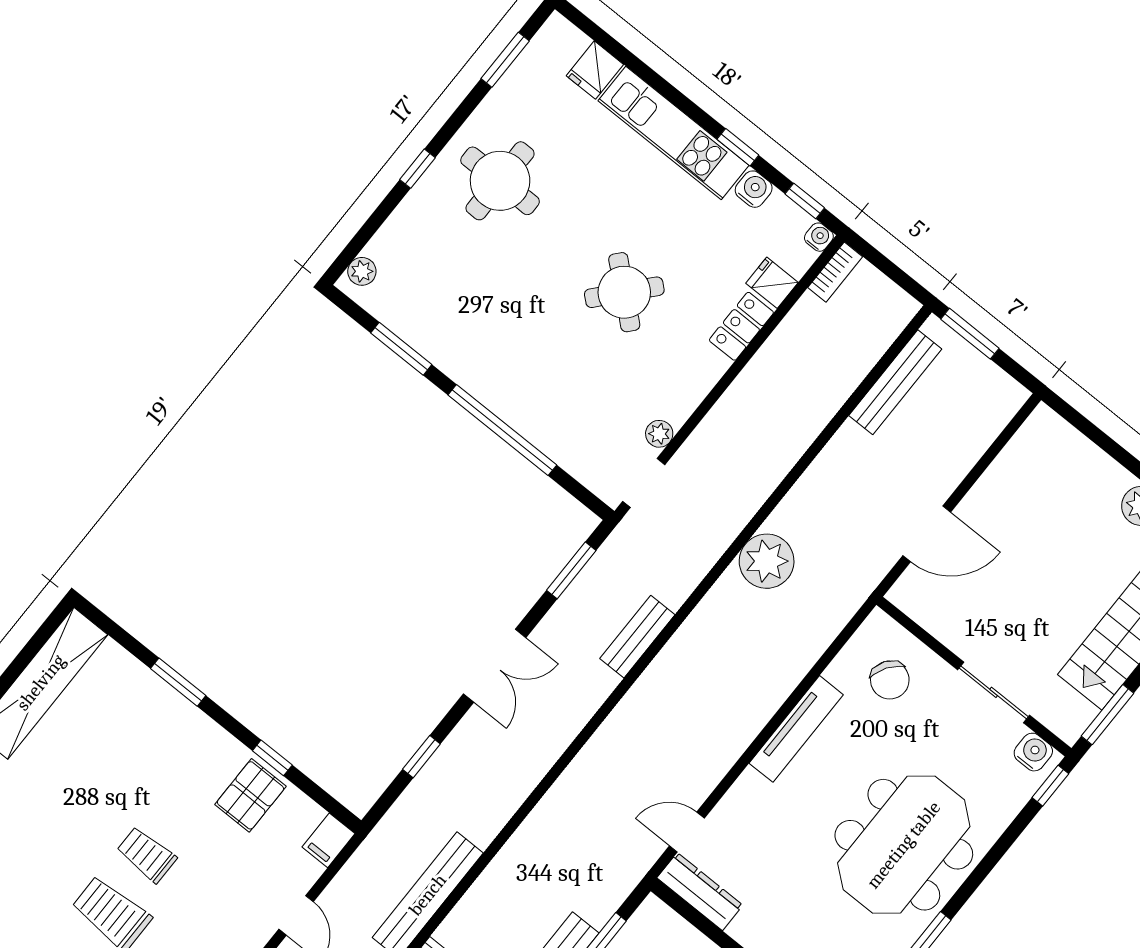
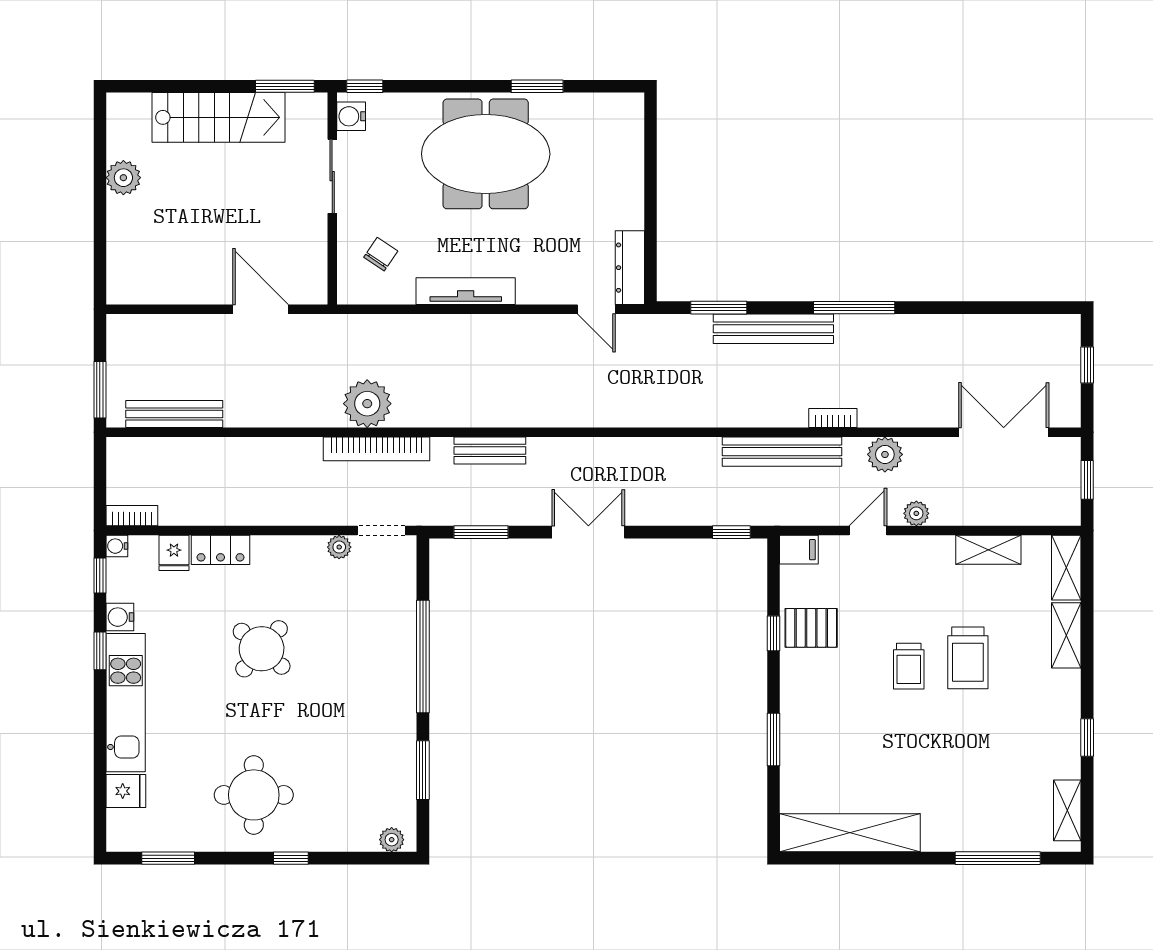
bookcase: (720, 537) -> (376, 449), added
chair: (890, 680) -> (381, 254), width x0.73, depth x0.73
window: (421, 757) -> (731, 532), moved

